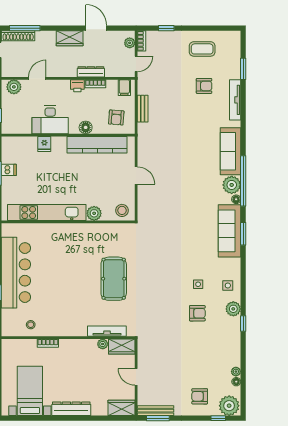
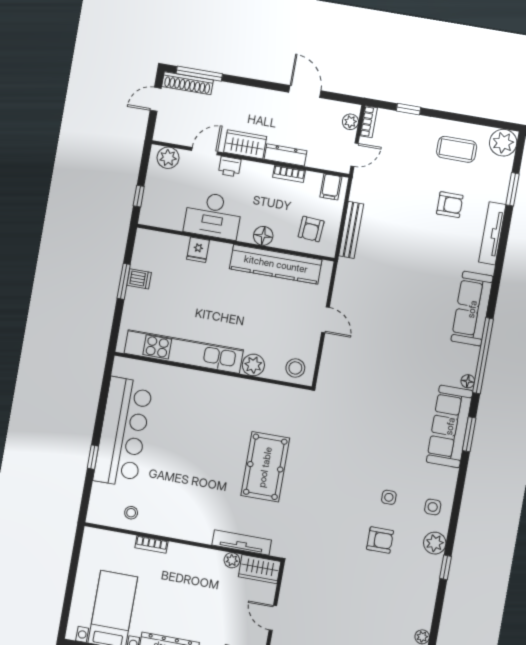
wardrobe: (70, 38) -> (245, 144), moved, turned 180
printer: (77, 86) -> (230, 167), moved
bench: (143, 109) -> (351, 230), width x1.36
plant: (232, 185) -> (503, 143), moved

